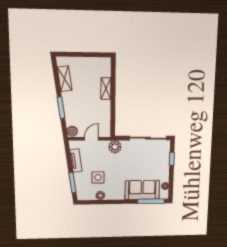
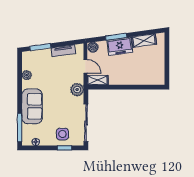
shelving: (106, 89) -> (98, 80), moved
freezer: (71, 104) -> (120, 46), added
side table: (98, 177) -> (62, 134), moved
sofa: (142, 190) -> (32, 106), moved

